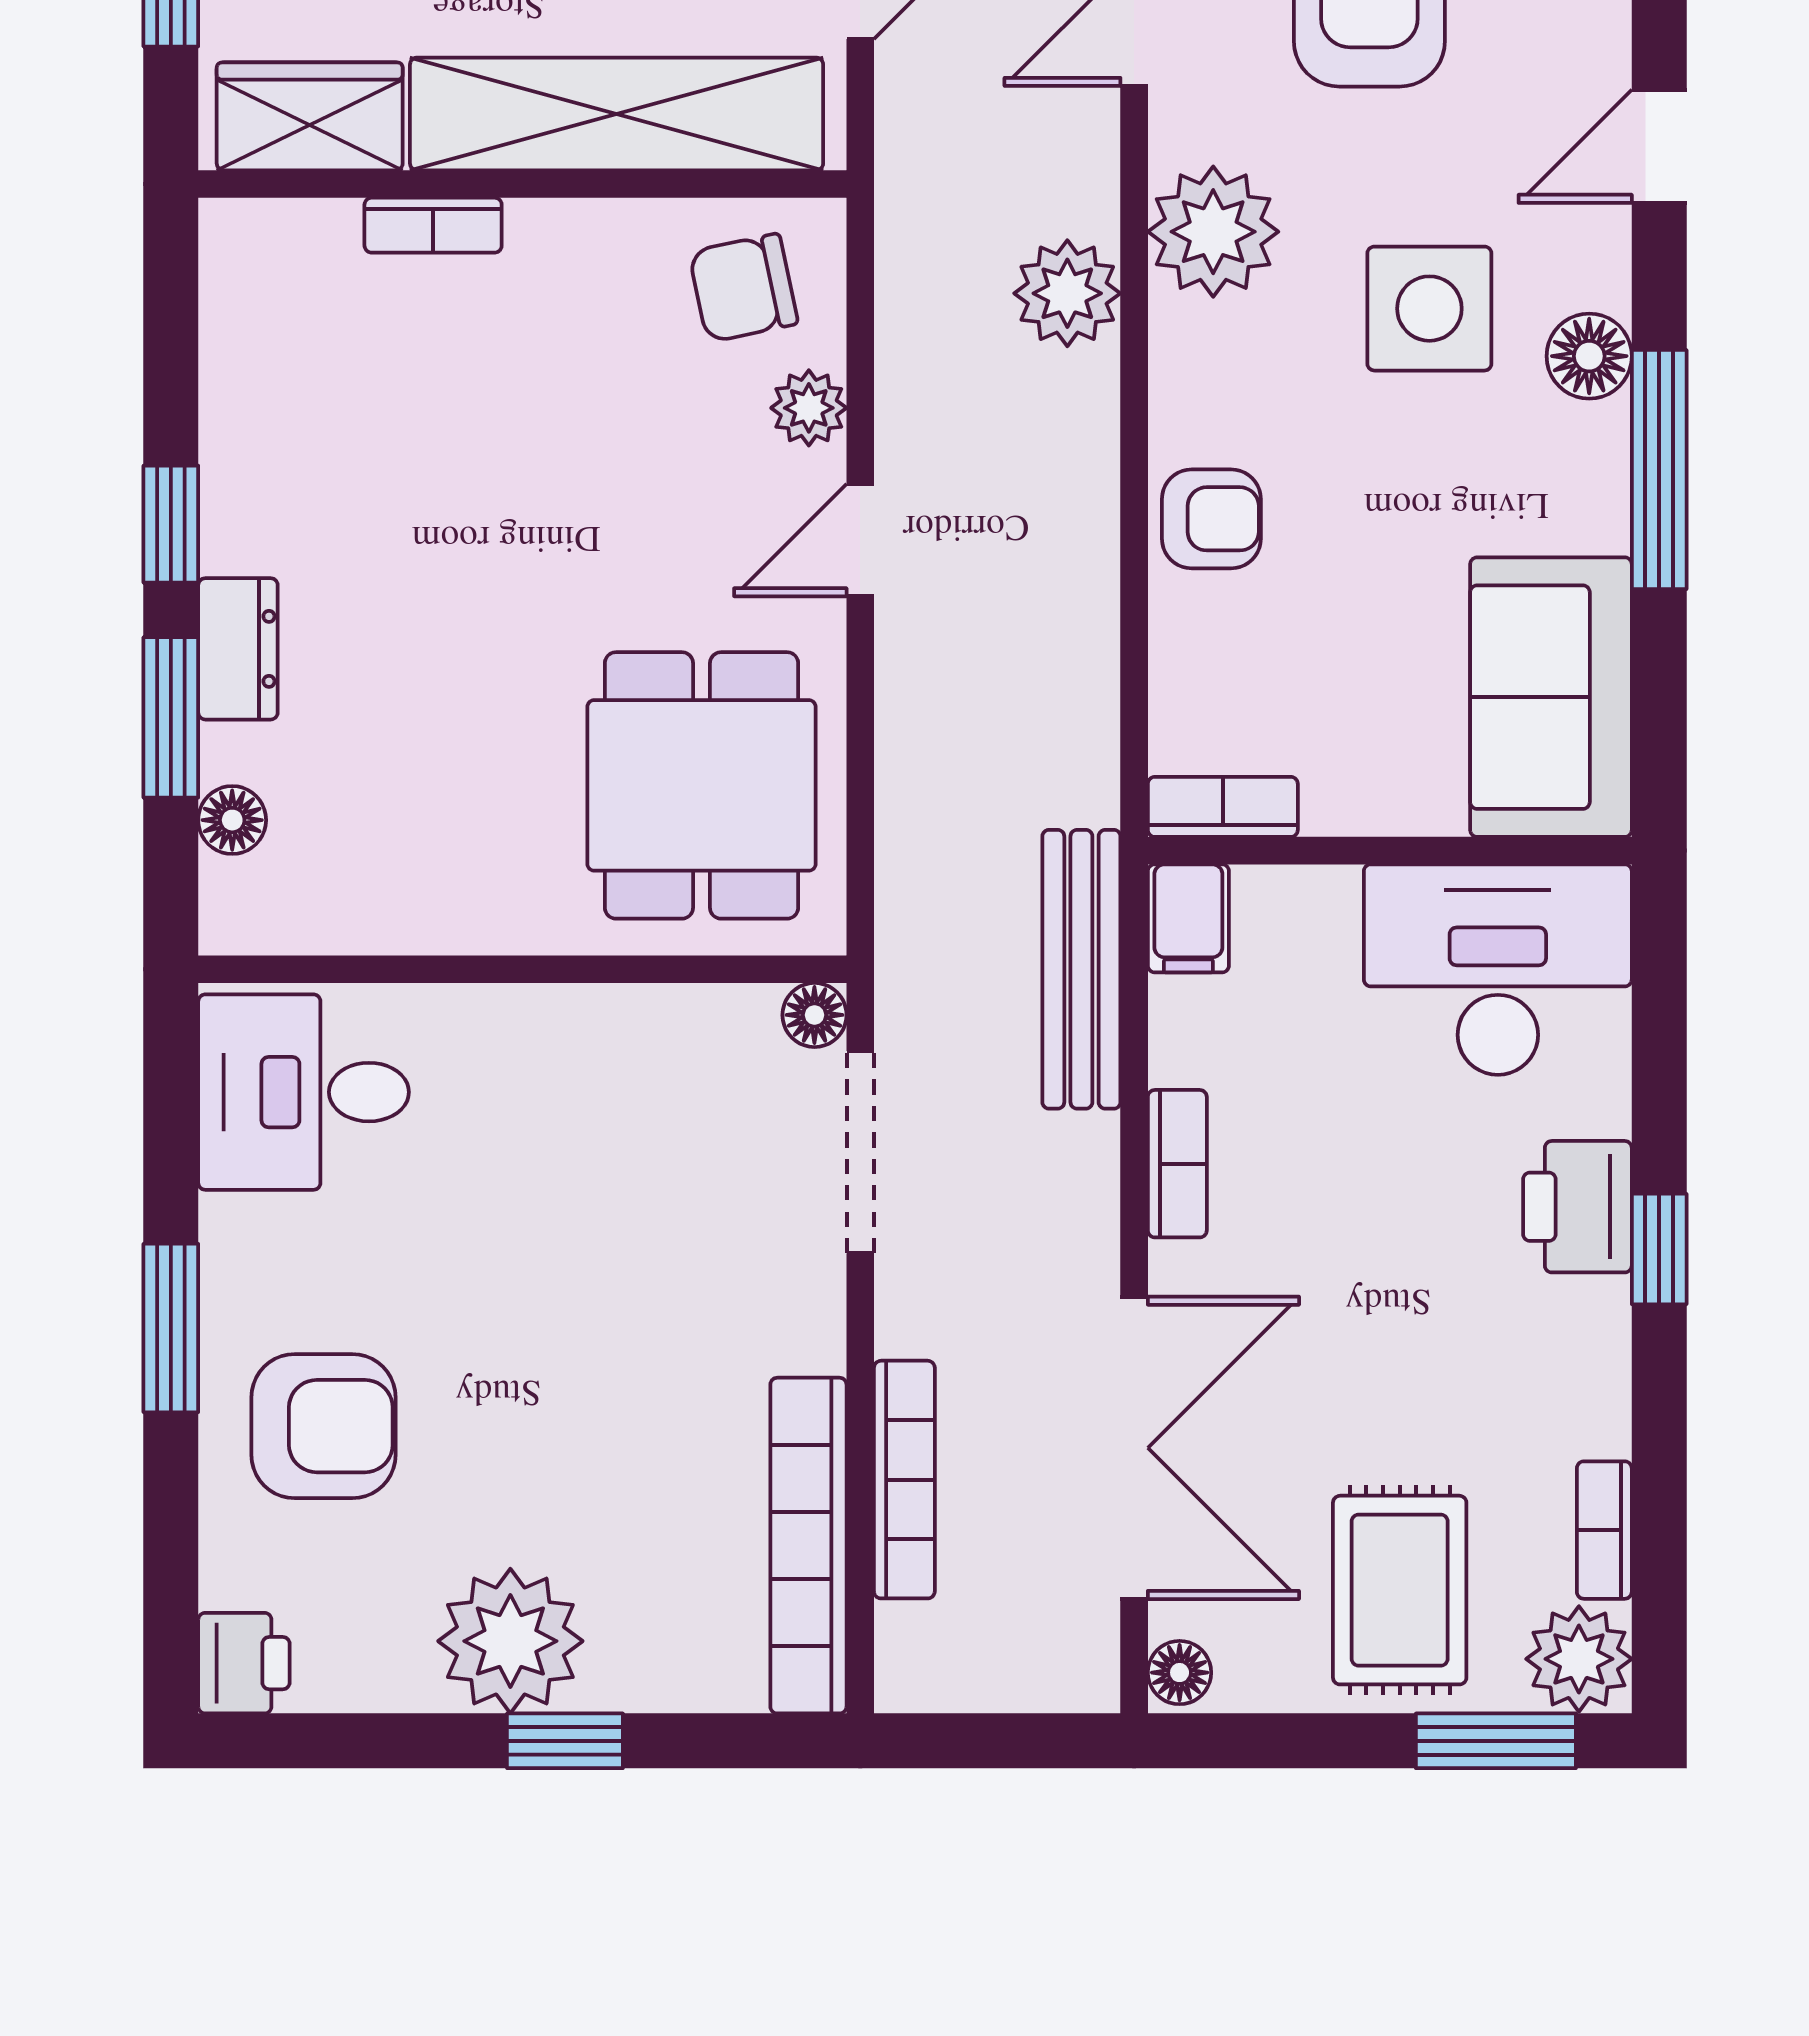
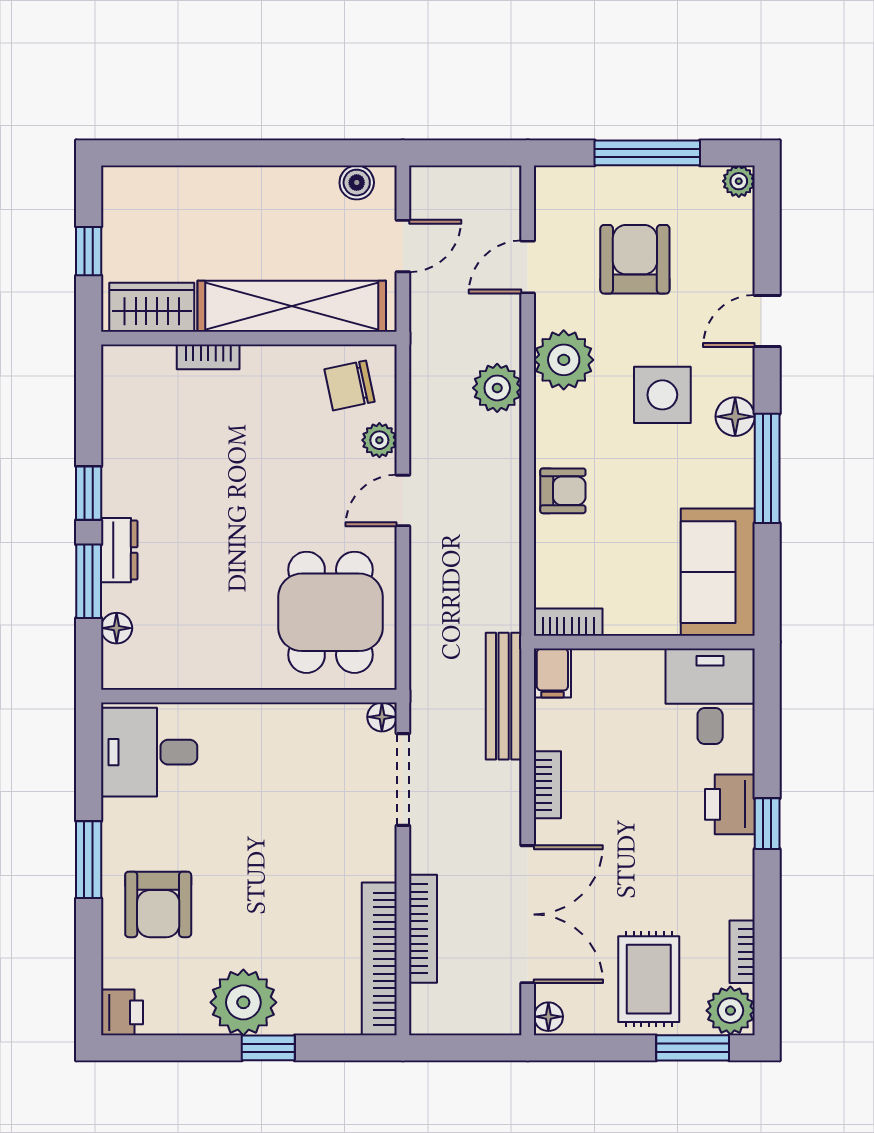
desk: (1498, 970) -> (710, 696), width x0.73
armchair: (324, 1426) -> (158, 904), turned 90

